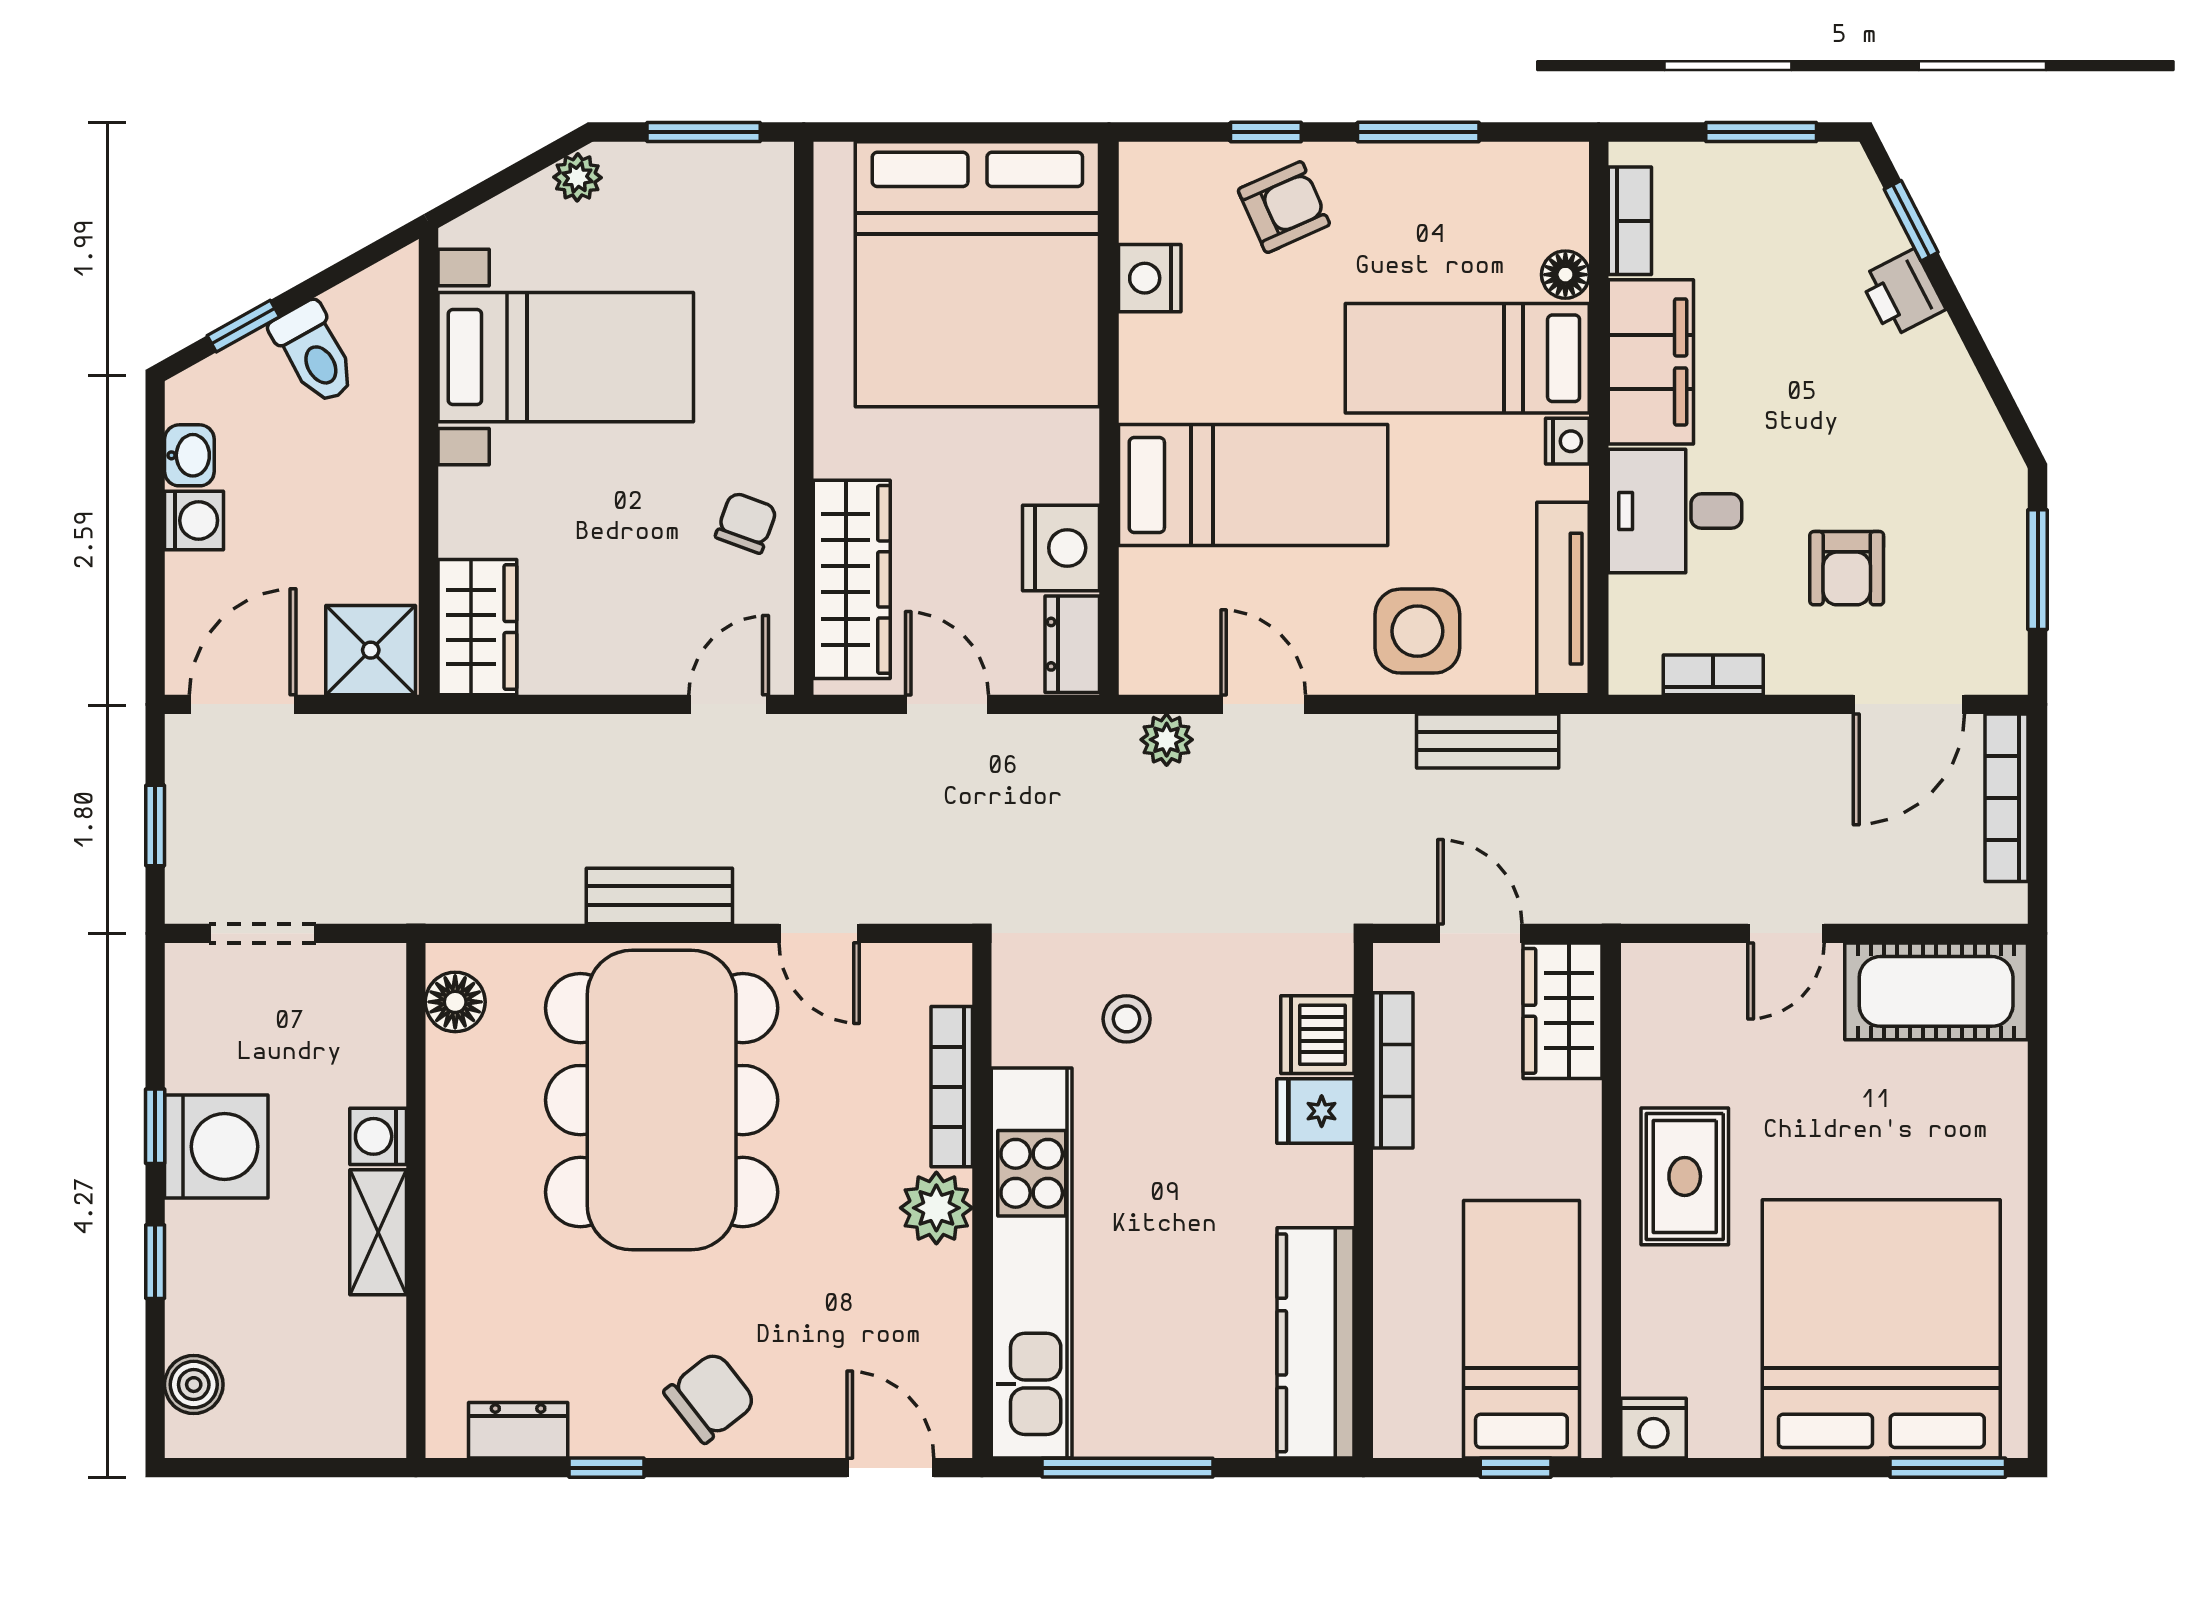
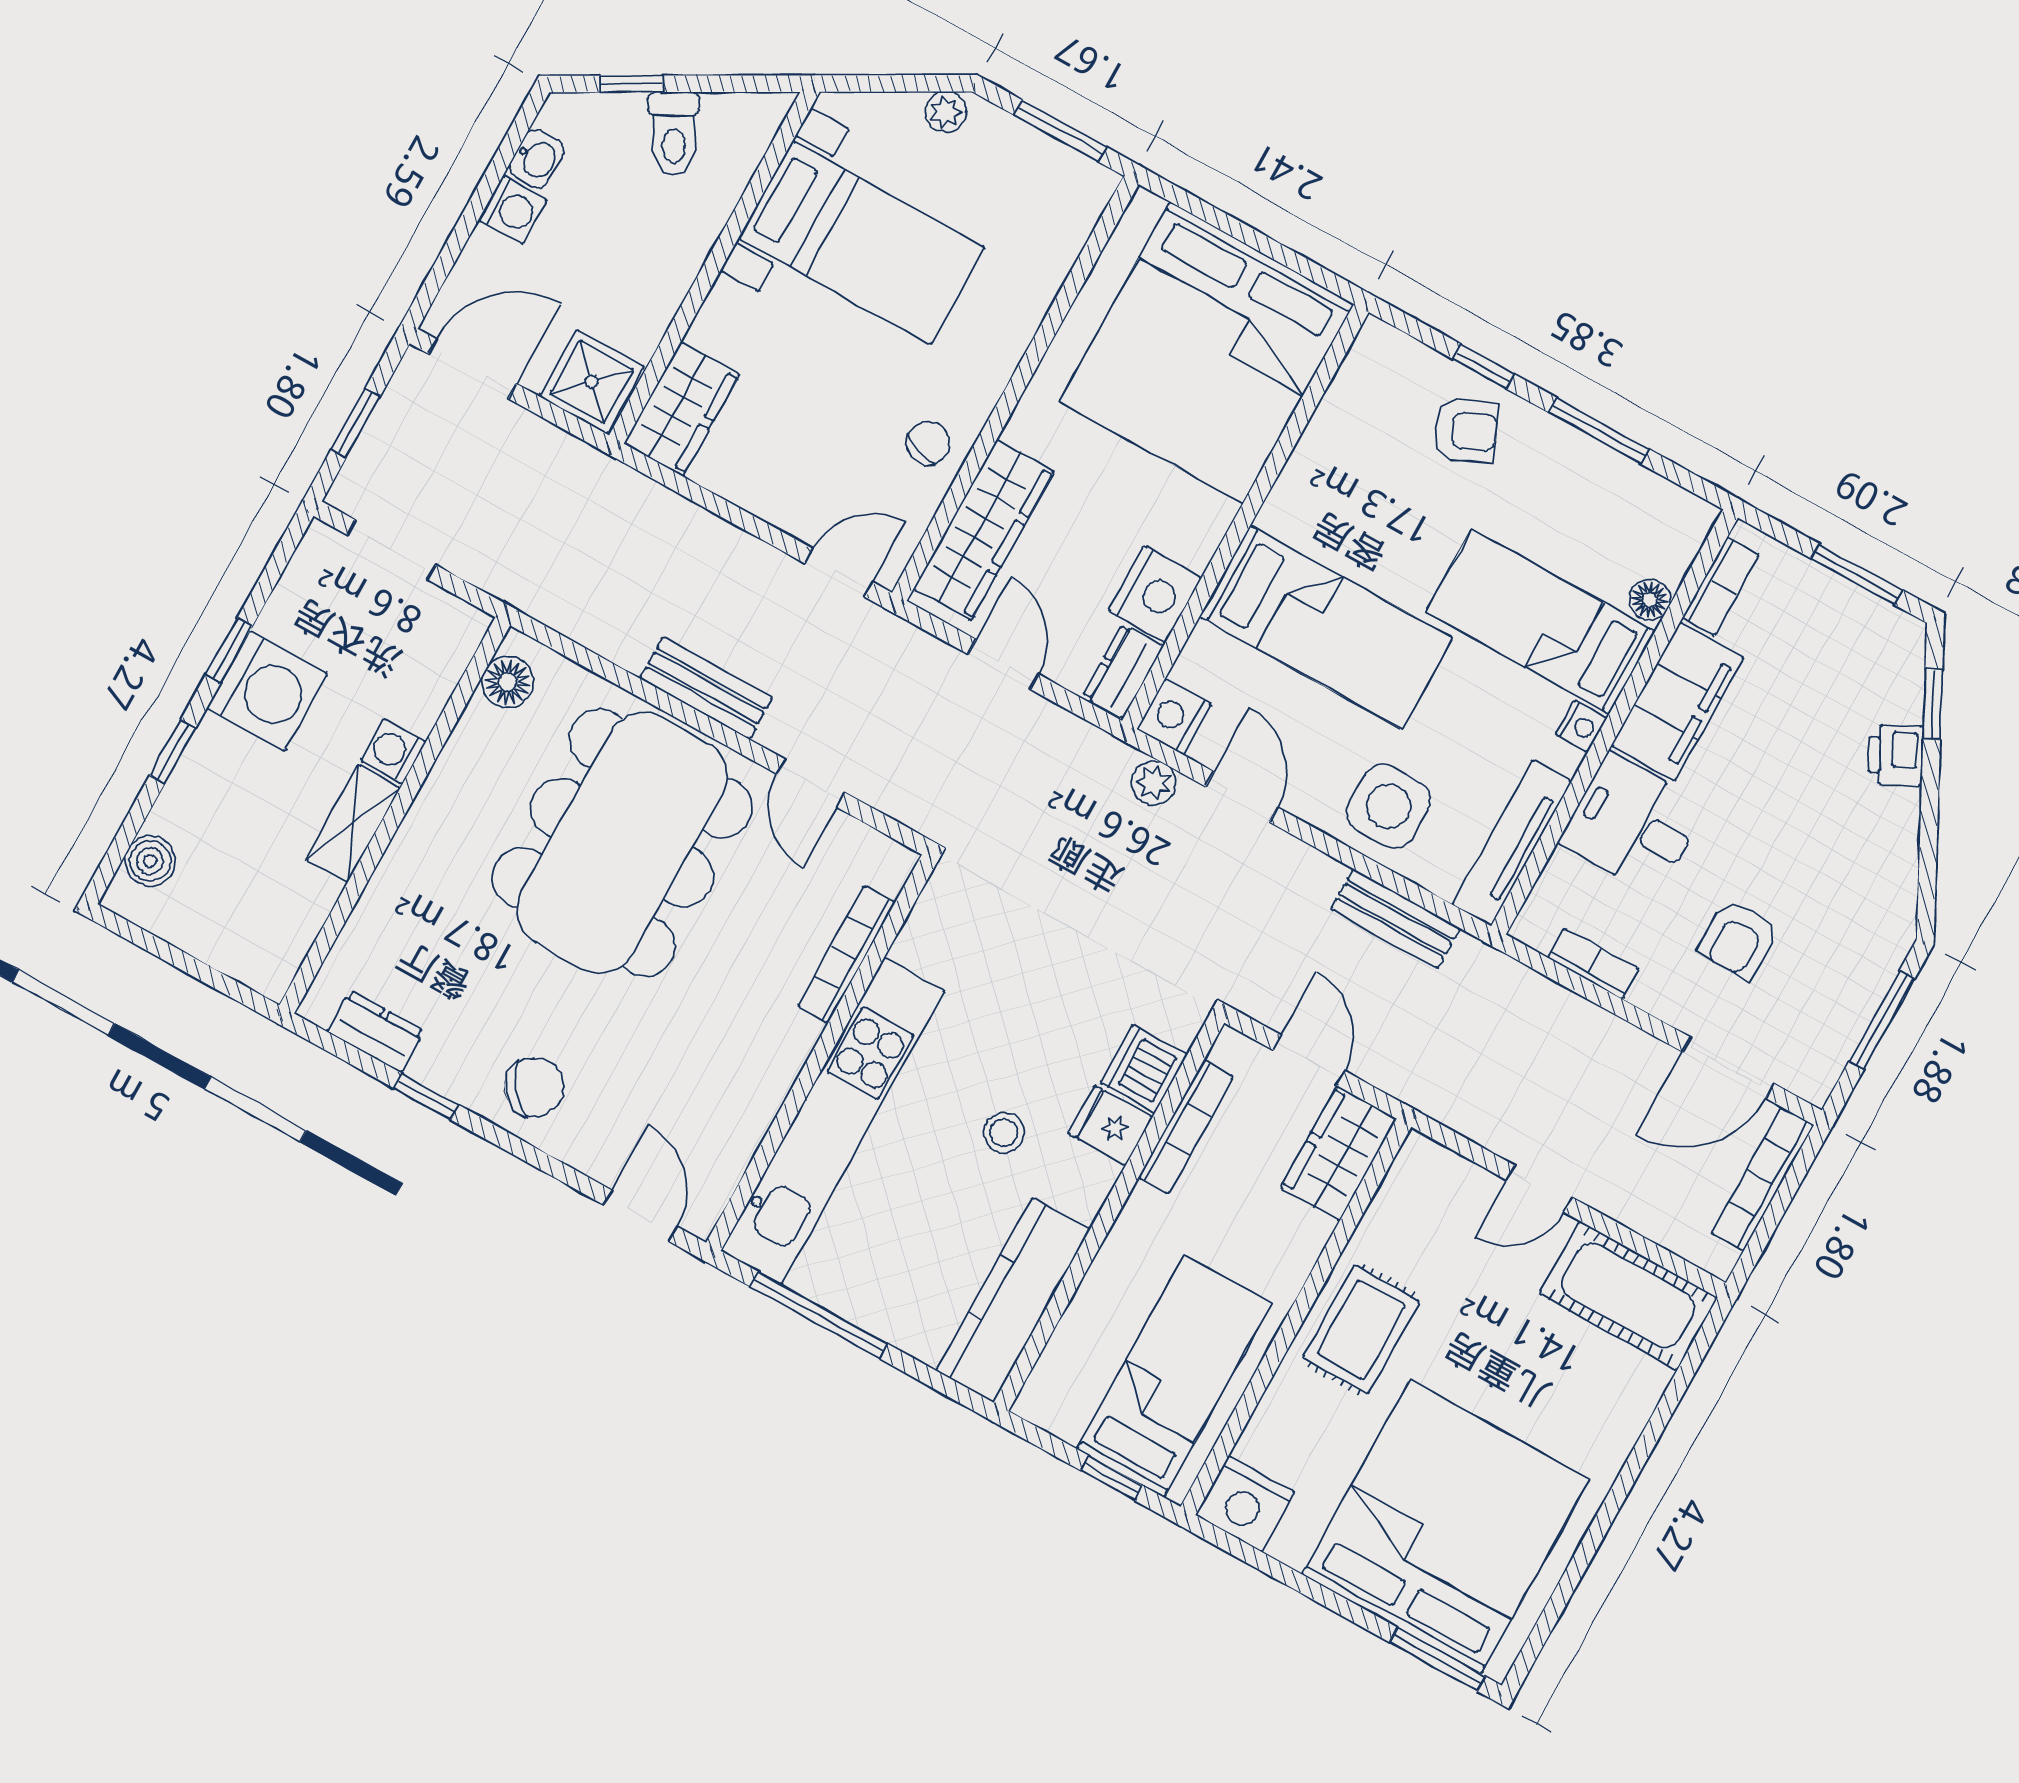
nightstand: (1150, 278) -> (1174, 717), moved
stool: (1127, 1019) -> (1004, 1133), moved
plant: (936, 1208) -> (784, 1039), removed
nightstand: (1654, 1428) -> (1245, 1504), width x1.36, depth x1.33

